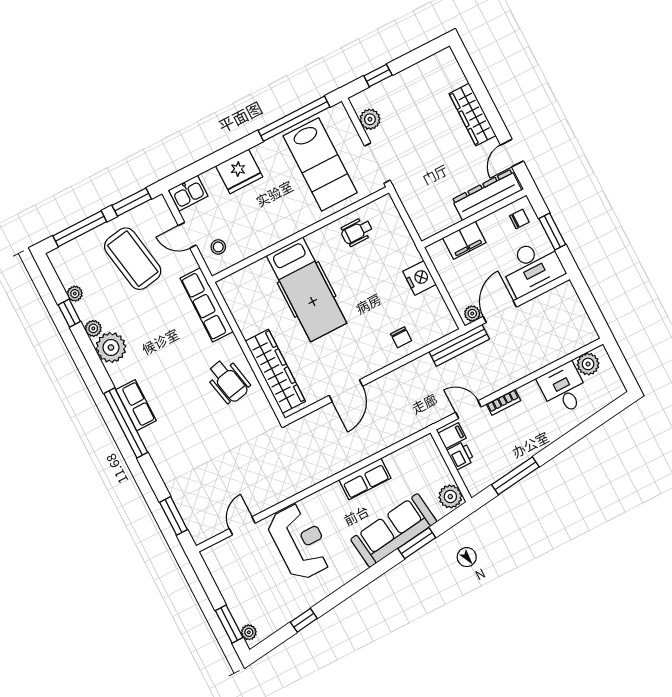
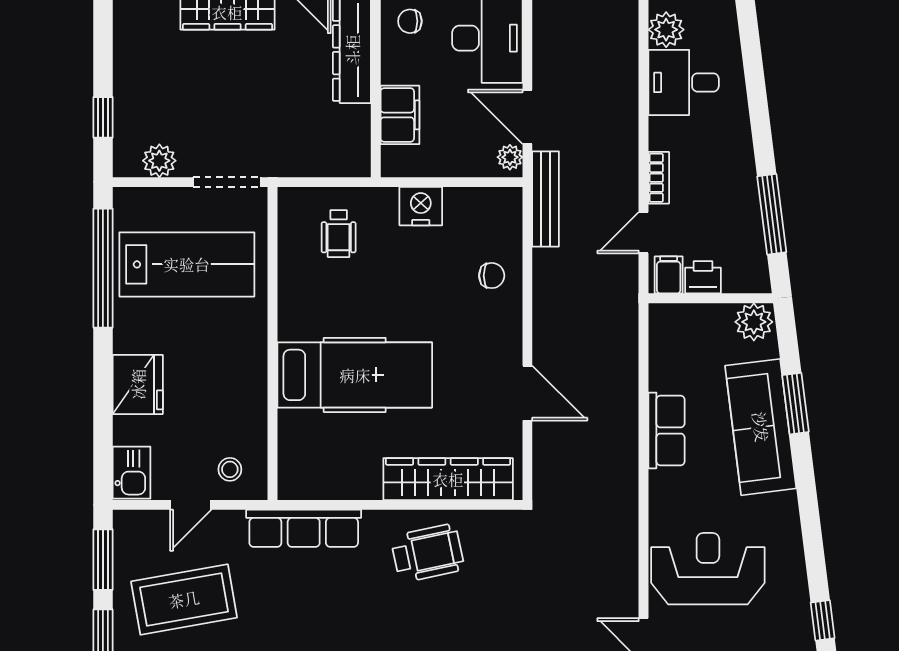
chair: (519, 219) -> (410, 21), turned -90
wheelchair: (357, 232) -> (339, 234), moved

